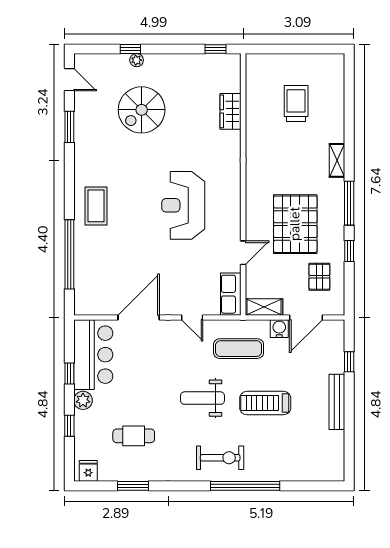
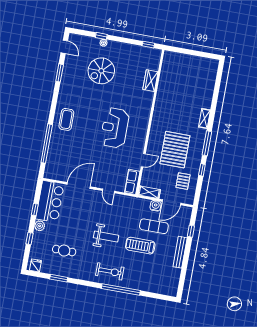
trolley: (296, 103) -> (188, 83), removed
exercise mat: (239, 349) -> (154, 226), moved
weight bench: (202, 398) -> (106, 237), turned 180

